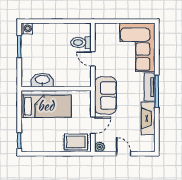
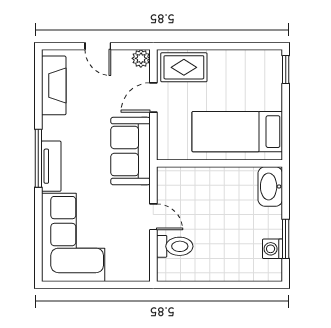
washing machine: (27, 28) -> (273, 249), moved
washbasin: (42, 80) -> (270, 186), moved, turned 90
fireplace: (148, 118) -> (54, 85), moved

